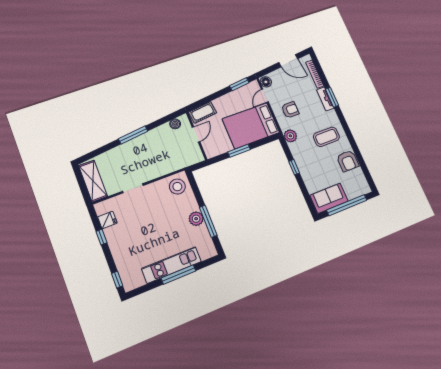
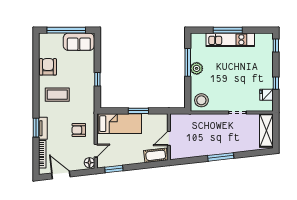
boiler: (175, 124) -> (183, 154), removed
bed: (251, 126) -> (119, 124), width x0.67
plant: (290, 136) -> (89, 107), removed

